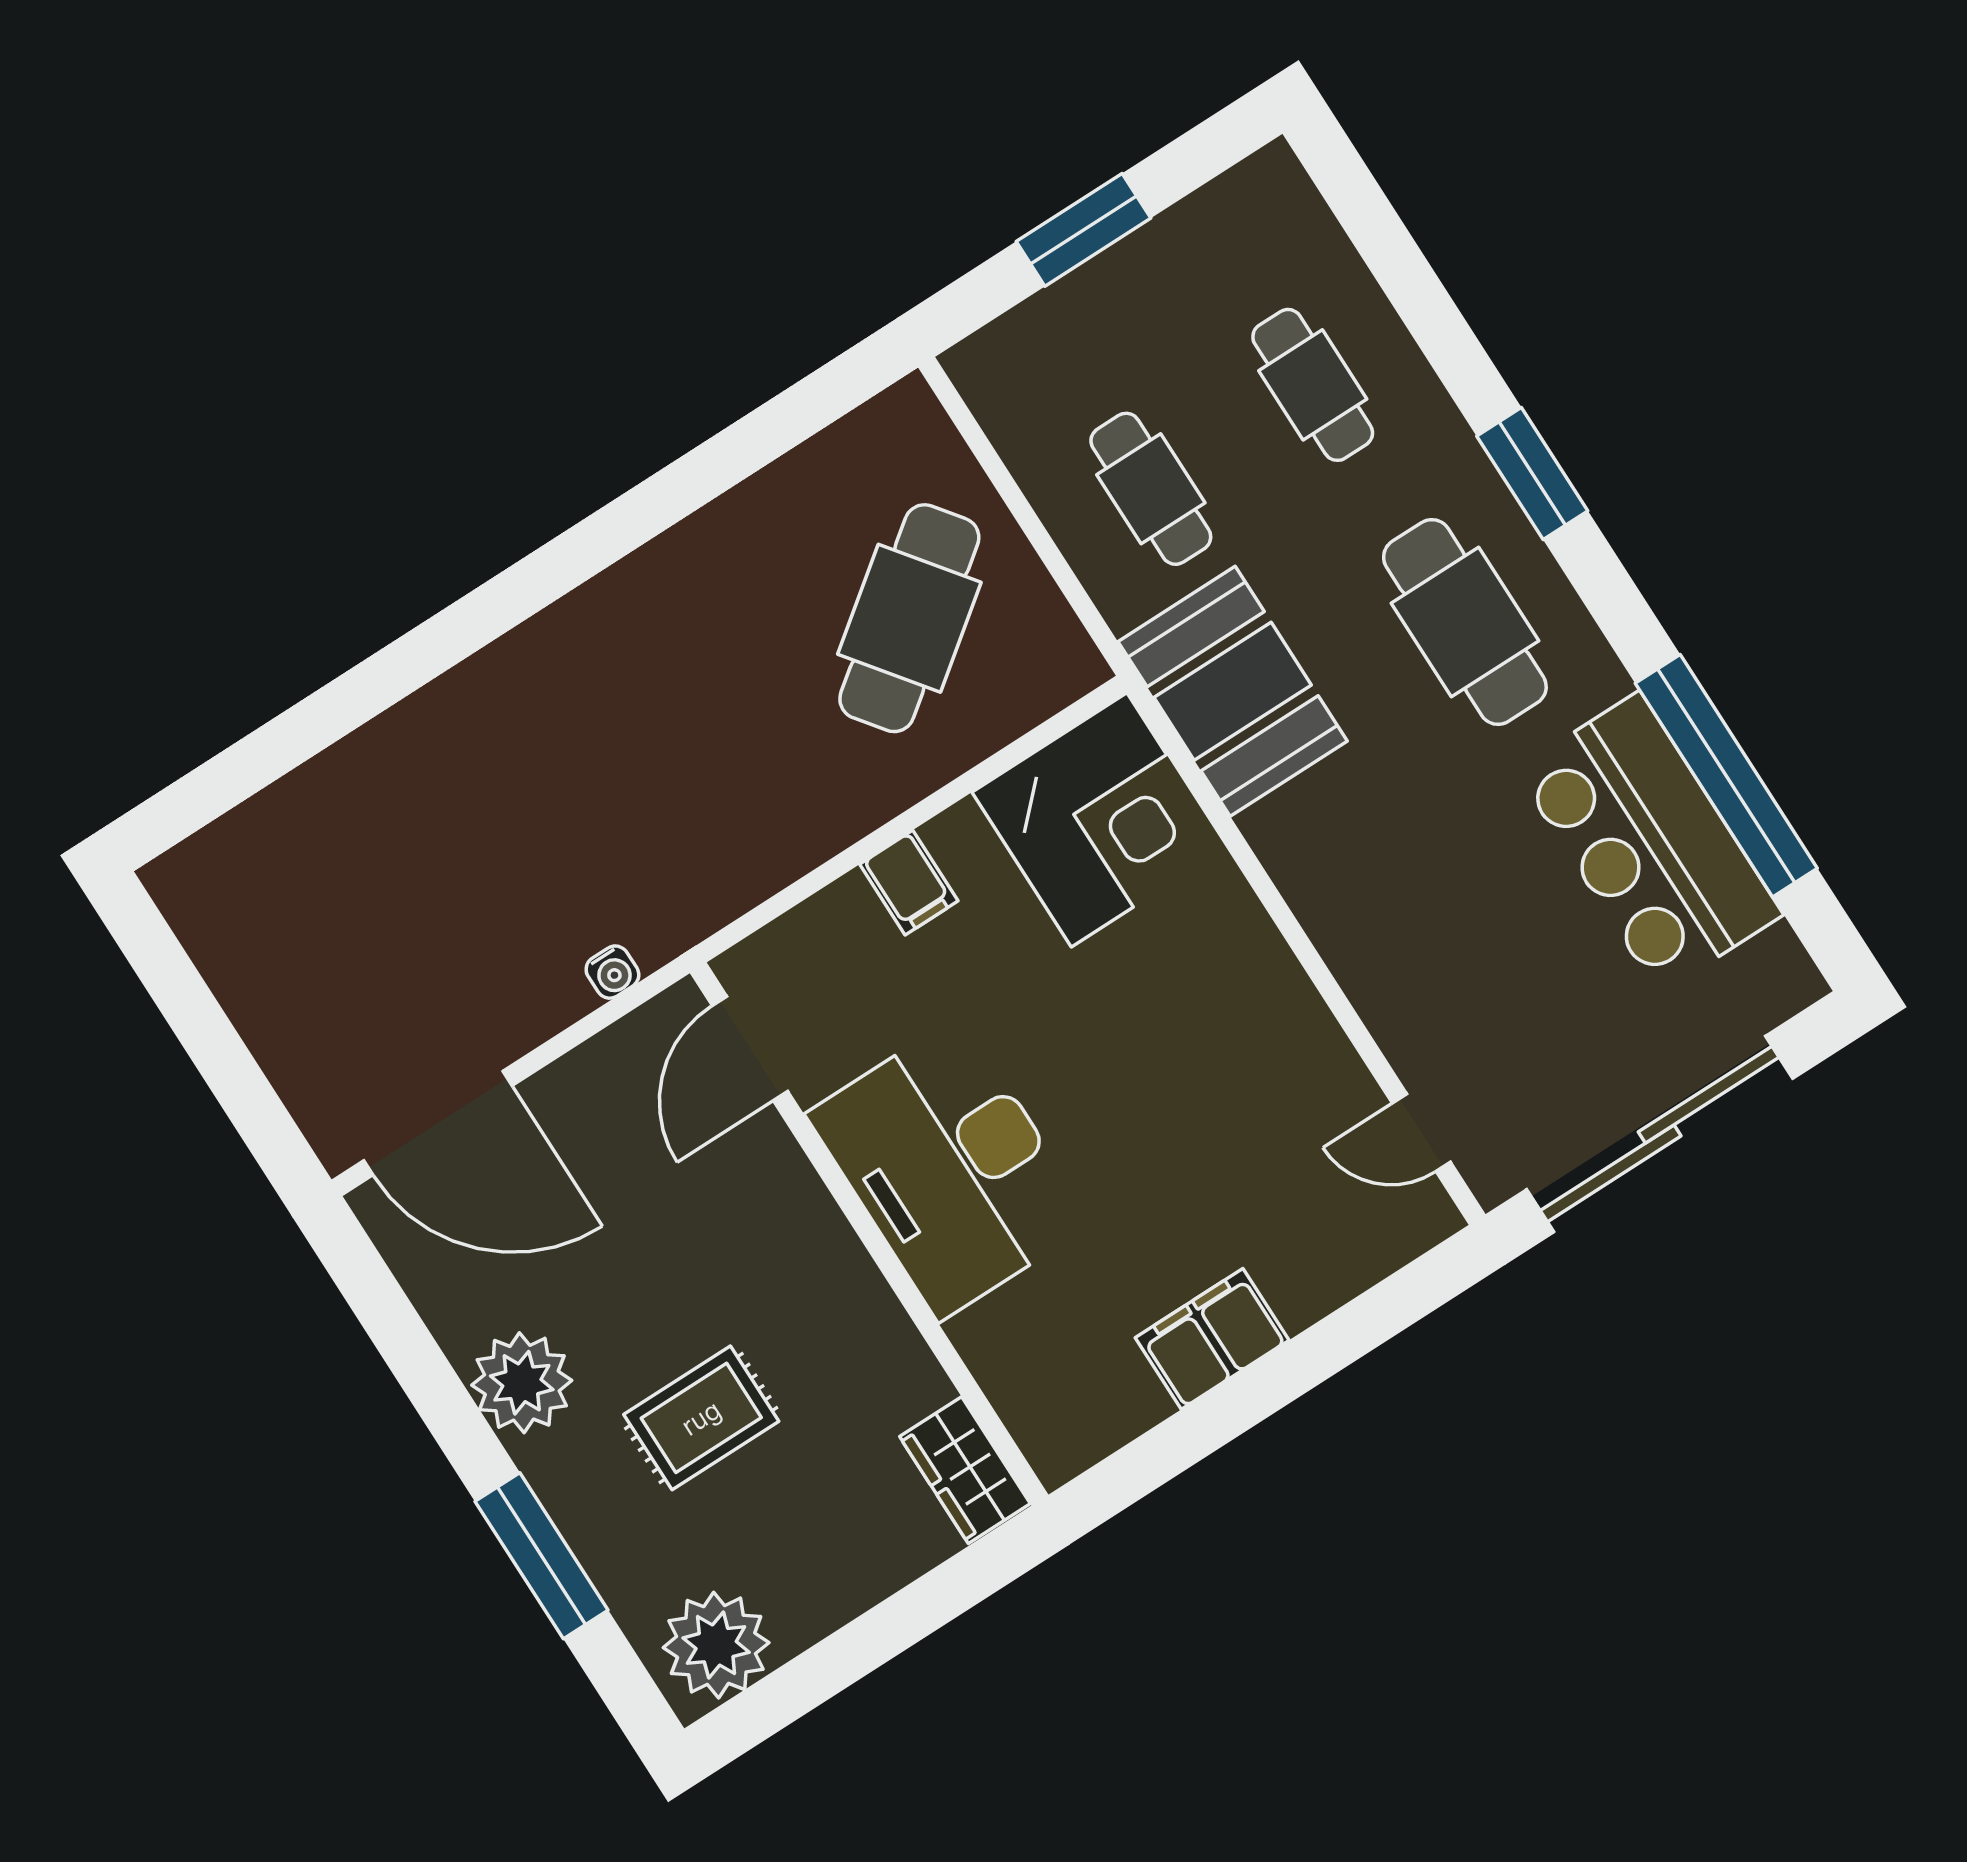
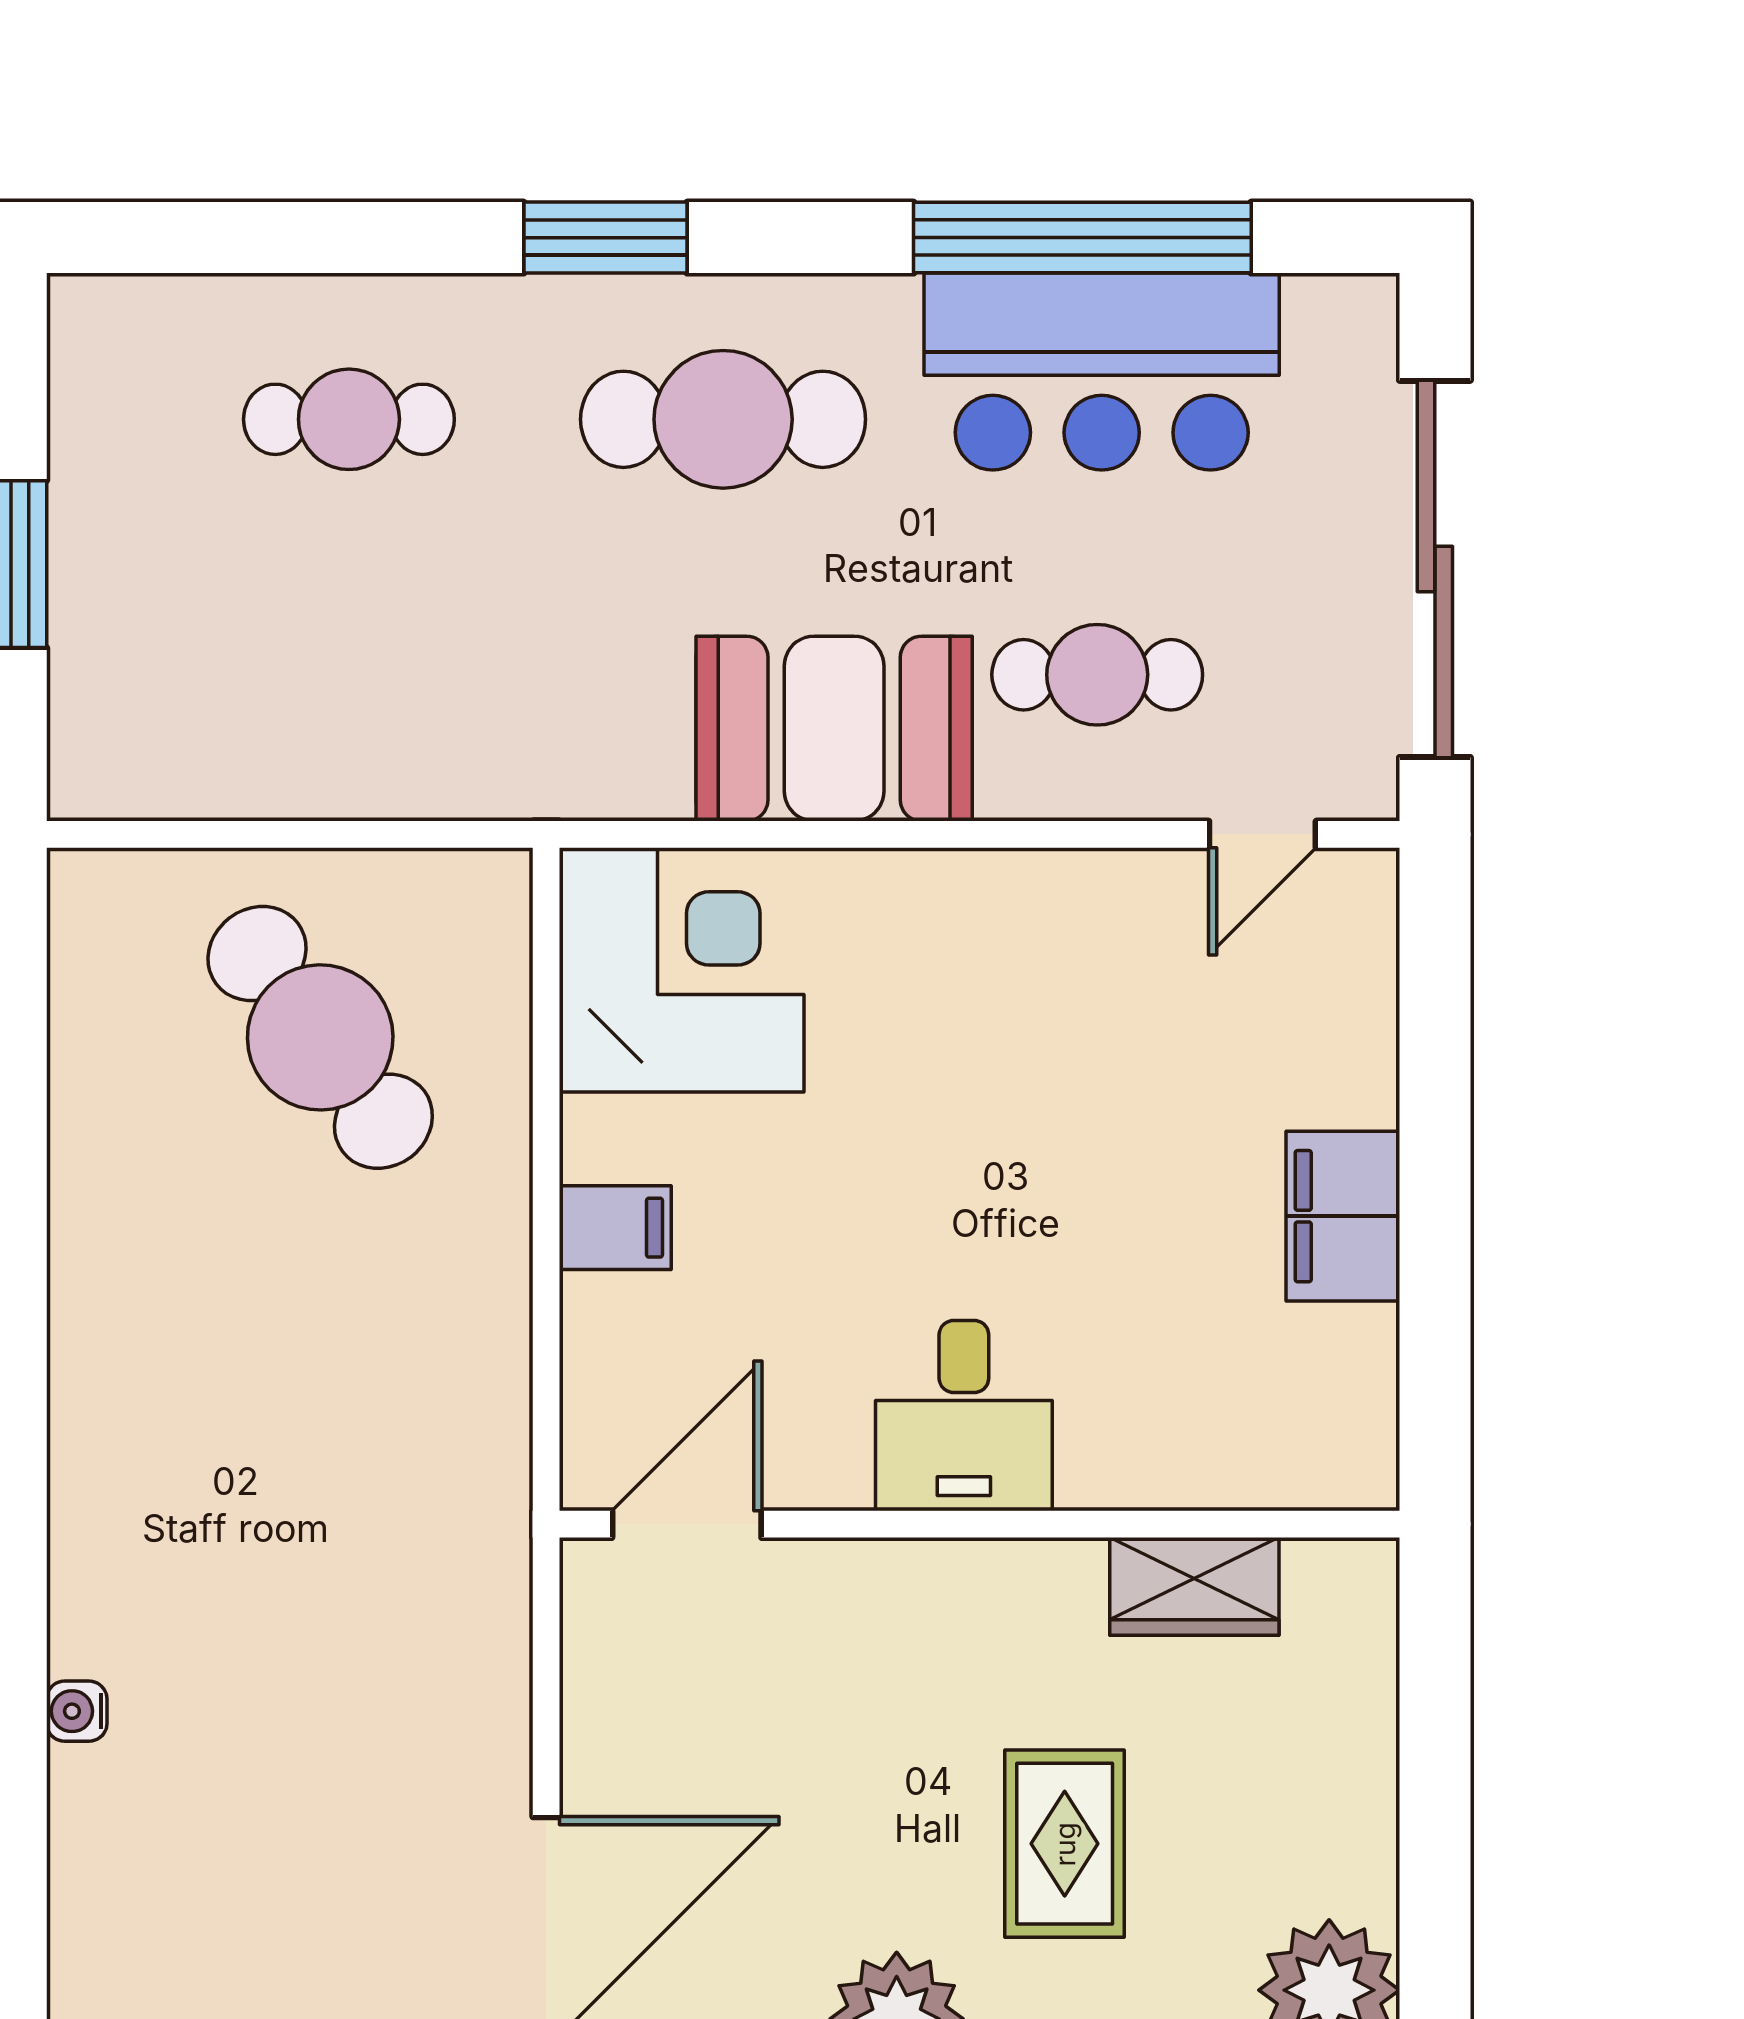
cafe table: (1151, 489) -> (1097, 675), moved
booth: (1233, 691) -> (834, 729), moved
water cooler: (612, 972) -> (77, 1711), moved, turned 180
door: (750, 1048) -> (687, 1524), swing flipped
desk: (950, 1168) -> (964, 1416), width x0.53, depth x0.77
wardrobe: (965, 1470) -> (1194, 1586), moved

